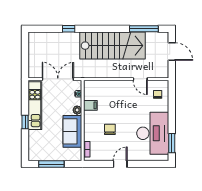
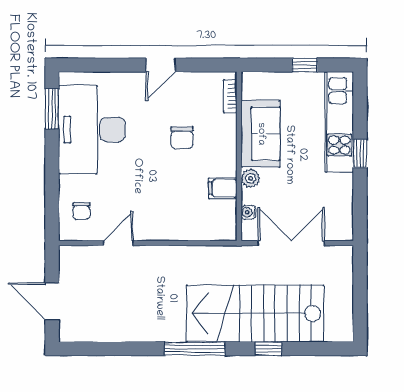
window: (144, 29) -> (195, 349), moved
stairs: (113, 46) -> (255, 314), moved
double door: (58, 79) -> (291, 243), swing flipped
door: (140, 79) -> (118, 243), hinge flipped
kitchen unit: (35, 106) -> (339, 122), moved
window: (51, 164) -> (305, 65), width x0.46

